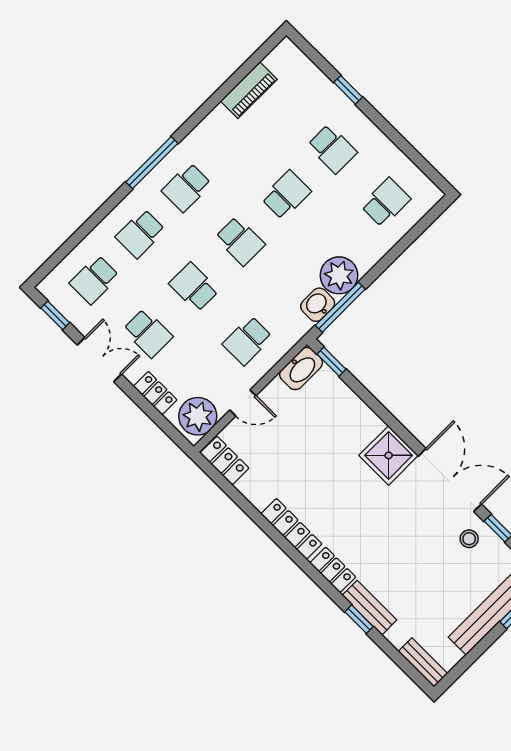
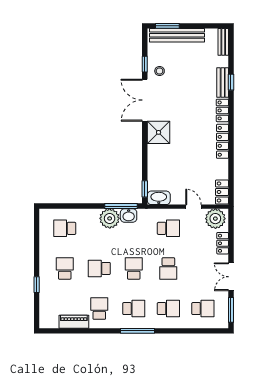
window: (55, 315) -> (231, 310), width x1.50
school desk: (148, 333) -> (99, 309), moved

